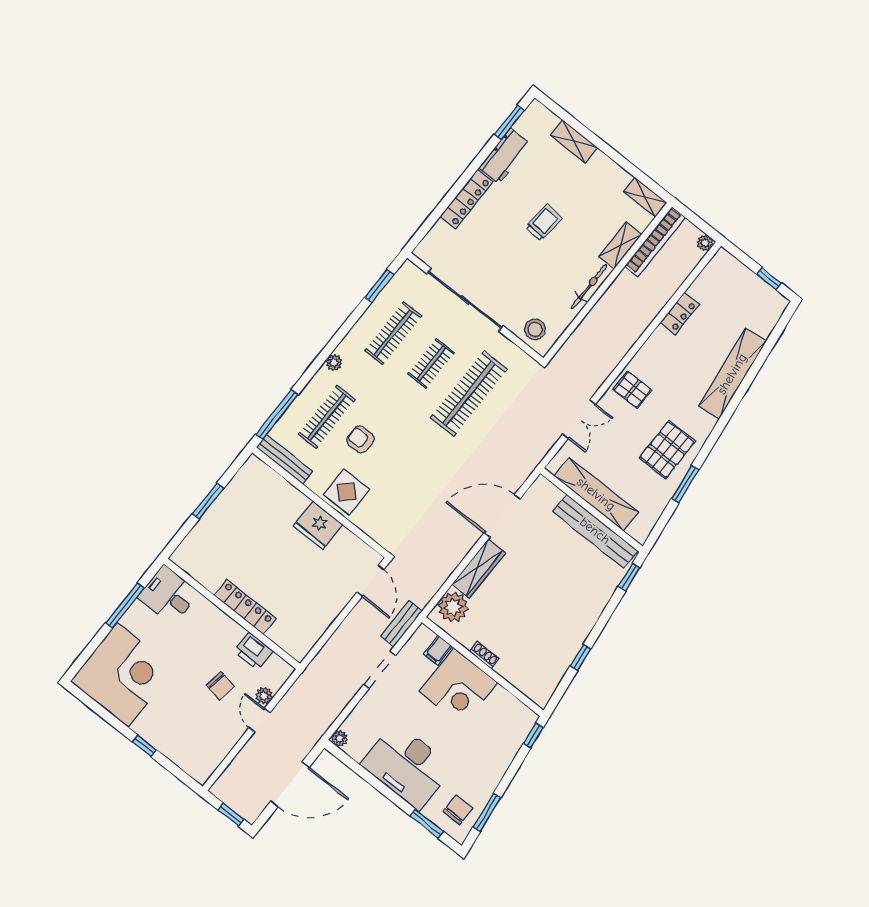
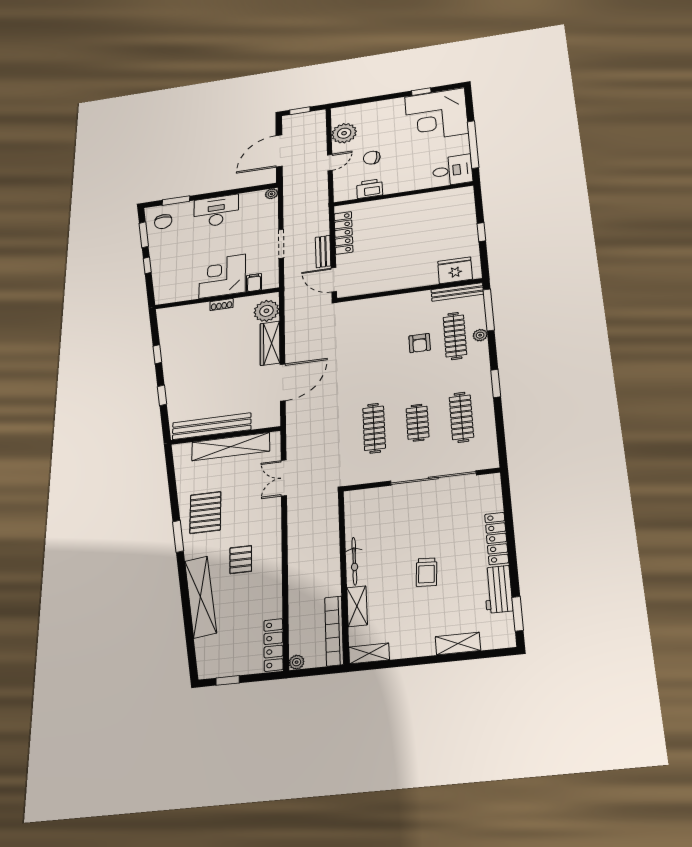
window: (379, 286) -> (496, 383), moved
locker: (680, 313) -> (273, 645), moved, width x1.53
stool: (535, 329) -> (367, 503), removed
plant: (334, 363) -> (480, 335), moved
pallet: (632, 390) -> (241, 560), moved, turned 90
clothes rail: (469, 393) -> (374, 428), width x0.73, depth x0.76
armchair: (360, 439) -> (420, 343), turned 90
window: (685, 484) -> (178, 536), moved
display table: (347, 492) -> (398, 310), removed
window: (208, 501) -> (481, 232), width x0.67
fridge: (318, 525) -> (455, 270), moved
window: (629, 577) -> (162, 395), moved
window: (125, 605) -> (473, 144), width x1.46
locker: (245, 607) -> (343, 233), moved, turned -90
bench: (401, 624) -> (323, 252), moved
plant: (264, 696) -> (344, 133), moved, width x1.88, depth x1.88
door: (259, 720) -> (330, 162), hinge flipped
window: (533, 735) -> (147, 265), moved
window: (144, 746) -> (421, 92), moved
desk: (407, 766) -> (216, 211), width x0.73, depth x0.77

